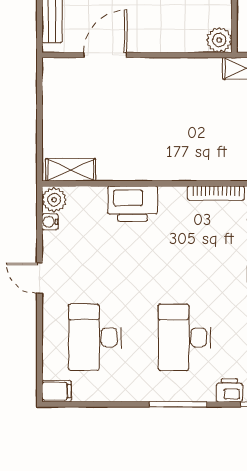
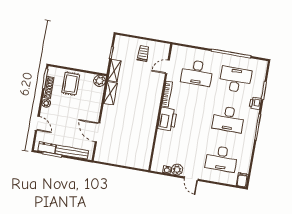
shelving: (71, 170) -> (110, 93), moved
plant: (54, 200) -> (177, 170), moved
printer: (133, 204) -> (167, 119), moved
door: (39, 278) -> (191, 179), hinge flipped

